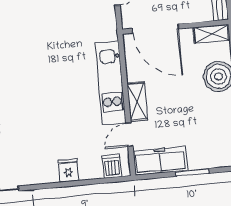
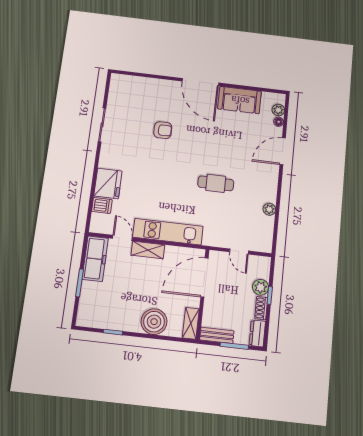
cafe table: (40, 38) -> (216, 183), added
dishwasher: (112, 166) -> (102, 206), moved
fridge: (68, 170) -> (108, 183), width x1.88, depth x1.34

